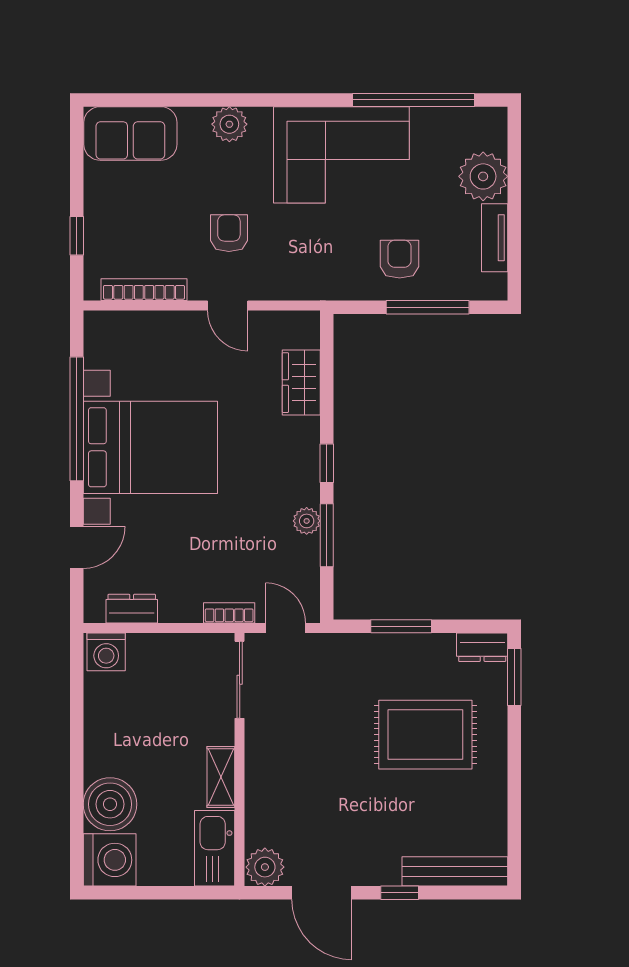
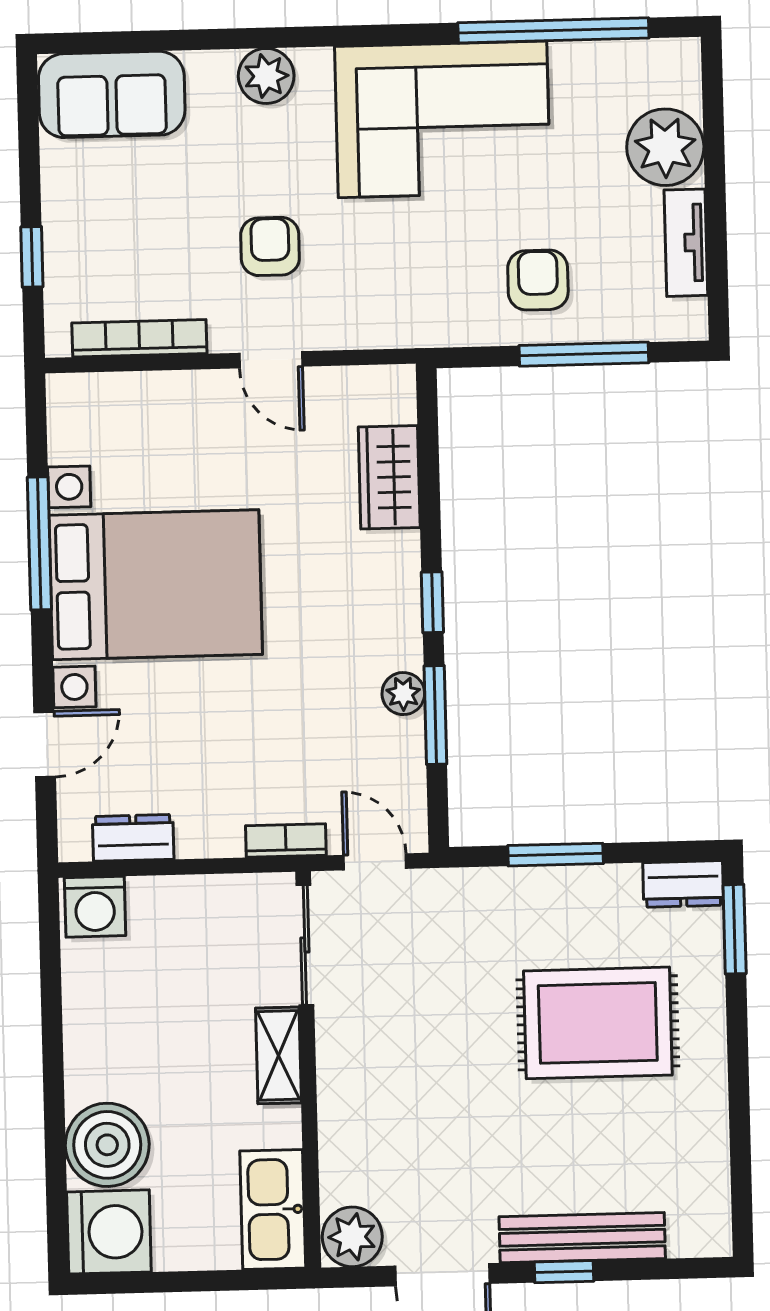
window: (77, 419) -> (39, 543), width x0.68
shelving: (221, 777) -> (278, 1055), moved
bench: (455, 871) -> (582, 1238), moved

